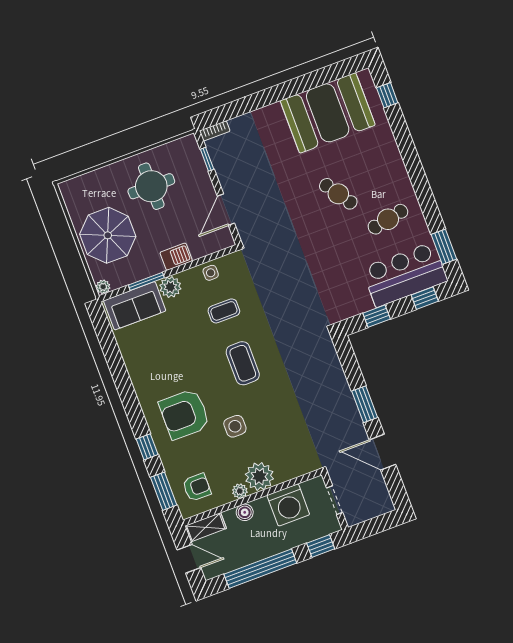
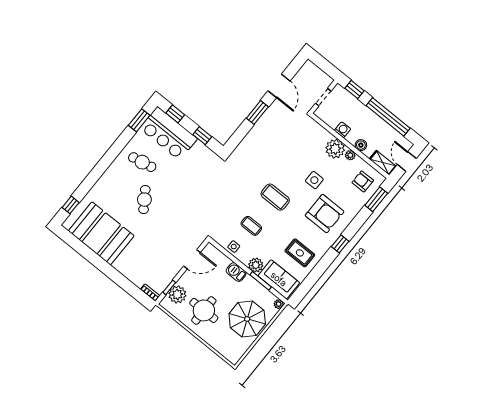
plant: (192, 164) -> (177, 294), added
rug: (153, 353) -> (300, 253), added
coffee table: (243, 363) -> (275, 197), turned 90
window: (147, 447) -> (340, 244), moved
washing machine: (288, 505) -> (343, 130), width x0.53, depth x0.53

